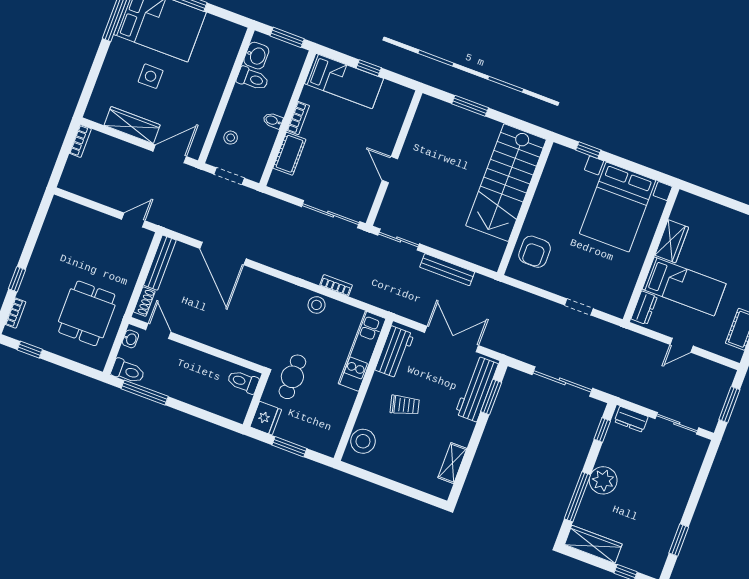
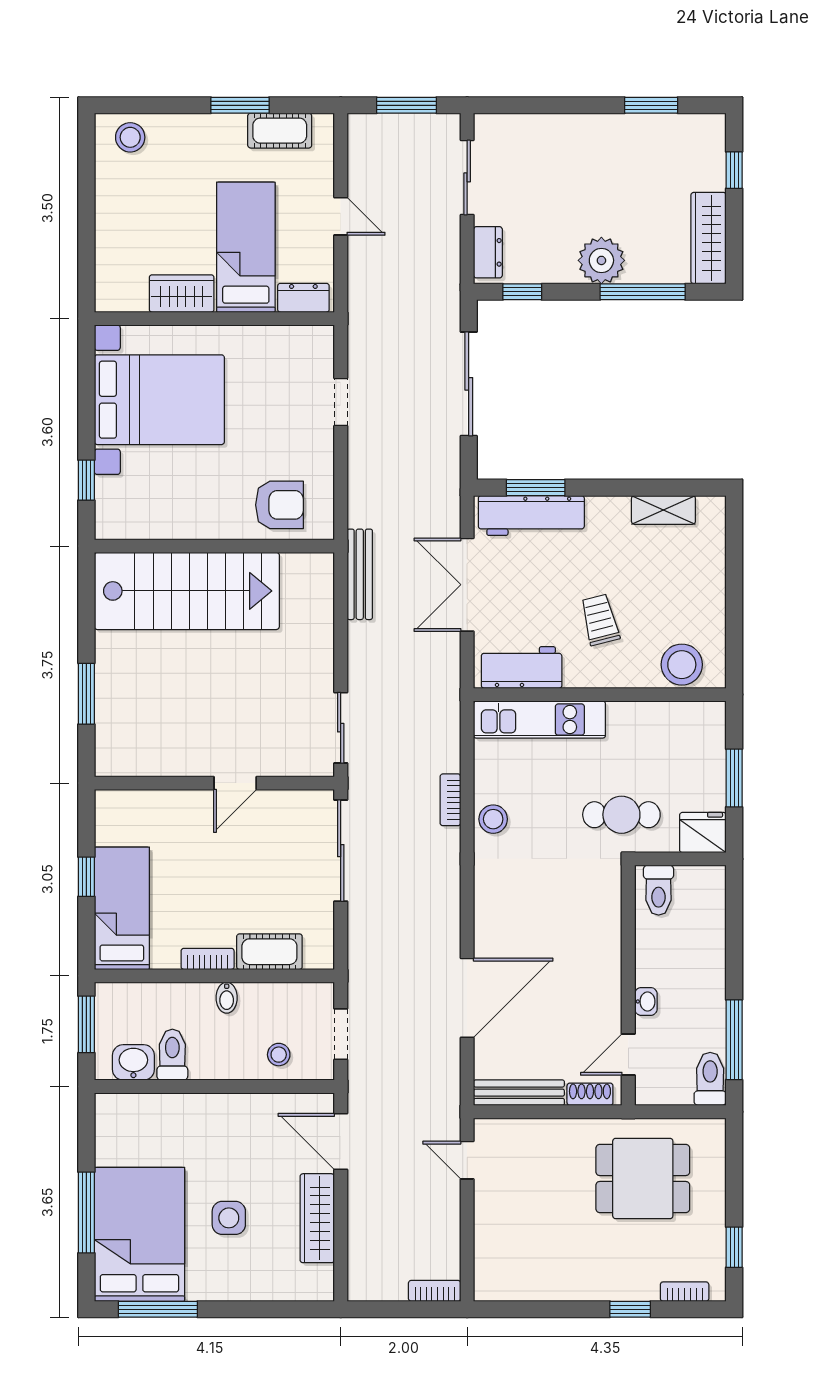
bookcase: (80, 141) -> (435, 1291), moved
bench: (447, 270) -> (360, 574), moved
washbasin: (130, 339) -> (646, 1001), moved, turned 90

